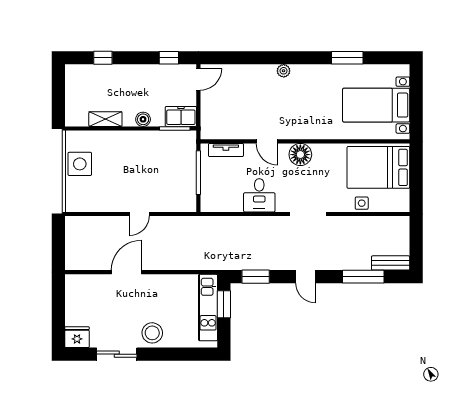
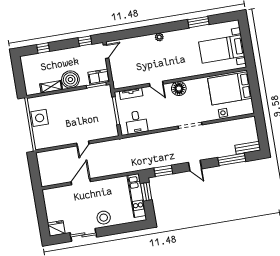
boiler: (143, 119) -> (70, 80), width x1.86, depth x1.86
desk: (259, 195) -> (136, 122), moved

